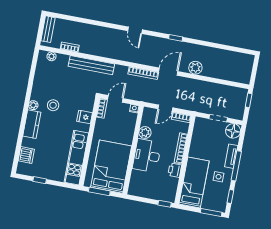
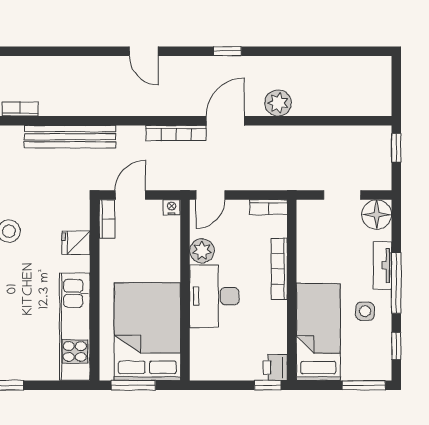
door: (165, 108) -> (210, 195), moved
printer: (175, 170) -> (275, 368), moved

